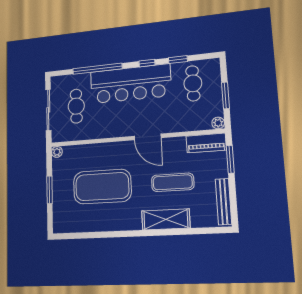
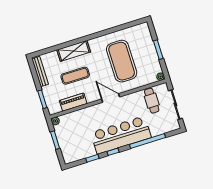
cafe table: (193, 83) -> (78, 144), removed
cafe table: (76, 106) -> (152, 101), moved
door: (148, 137) -> (111, 98), moved
piano: (206, 143) -> (73, 102), moved
exercise mat: (102, 187) -> (122, 61), turned 90

